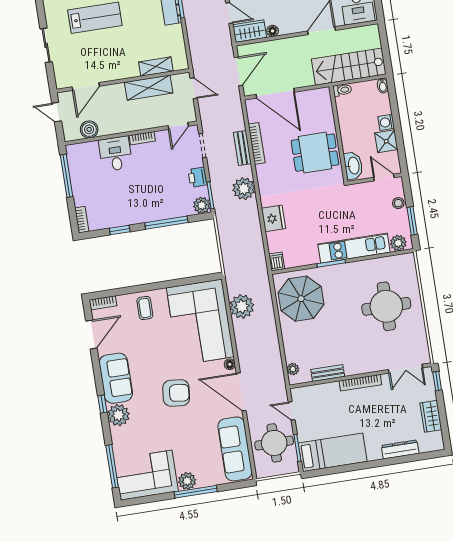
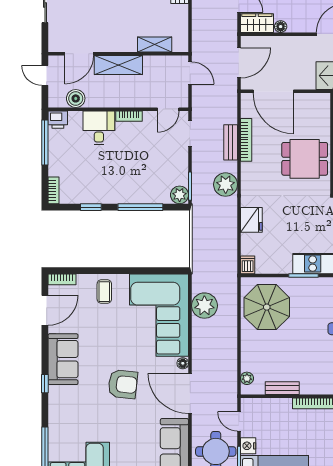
shelving: (149, 88) -> (118, 65), moved
printer: (198, 177) -> (58, 120), moved, turned -90
plant: (118, 415) -> (60, 398), removed
nightstand: (304, 433) -> (248, 446), added

